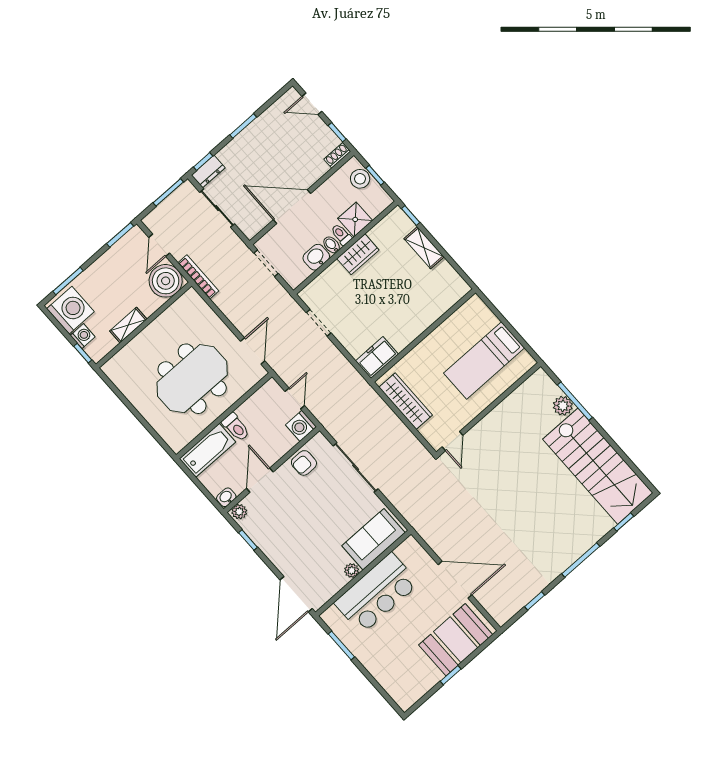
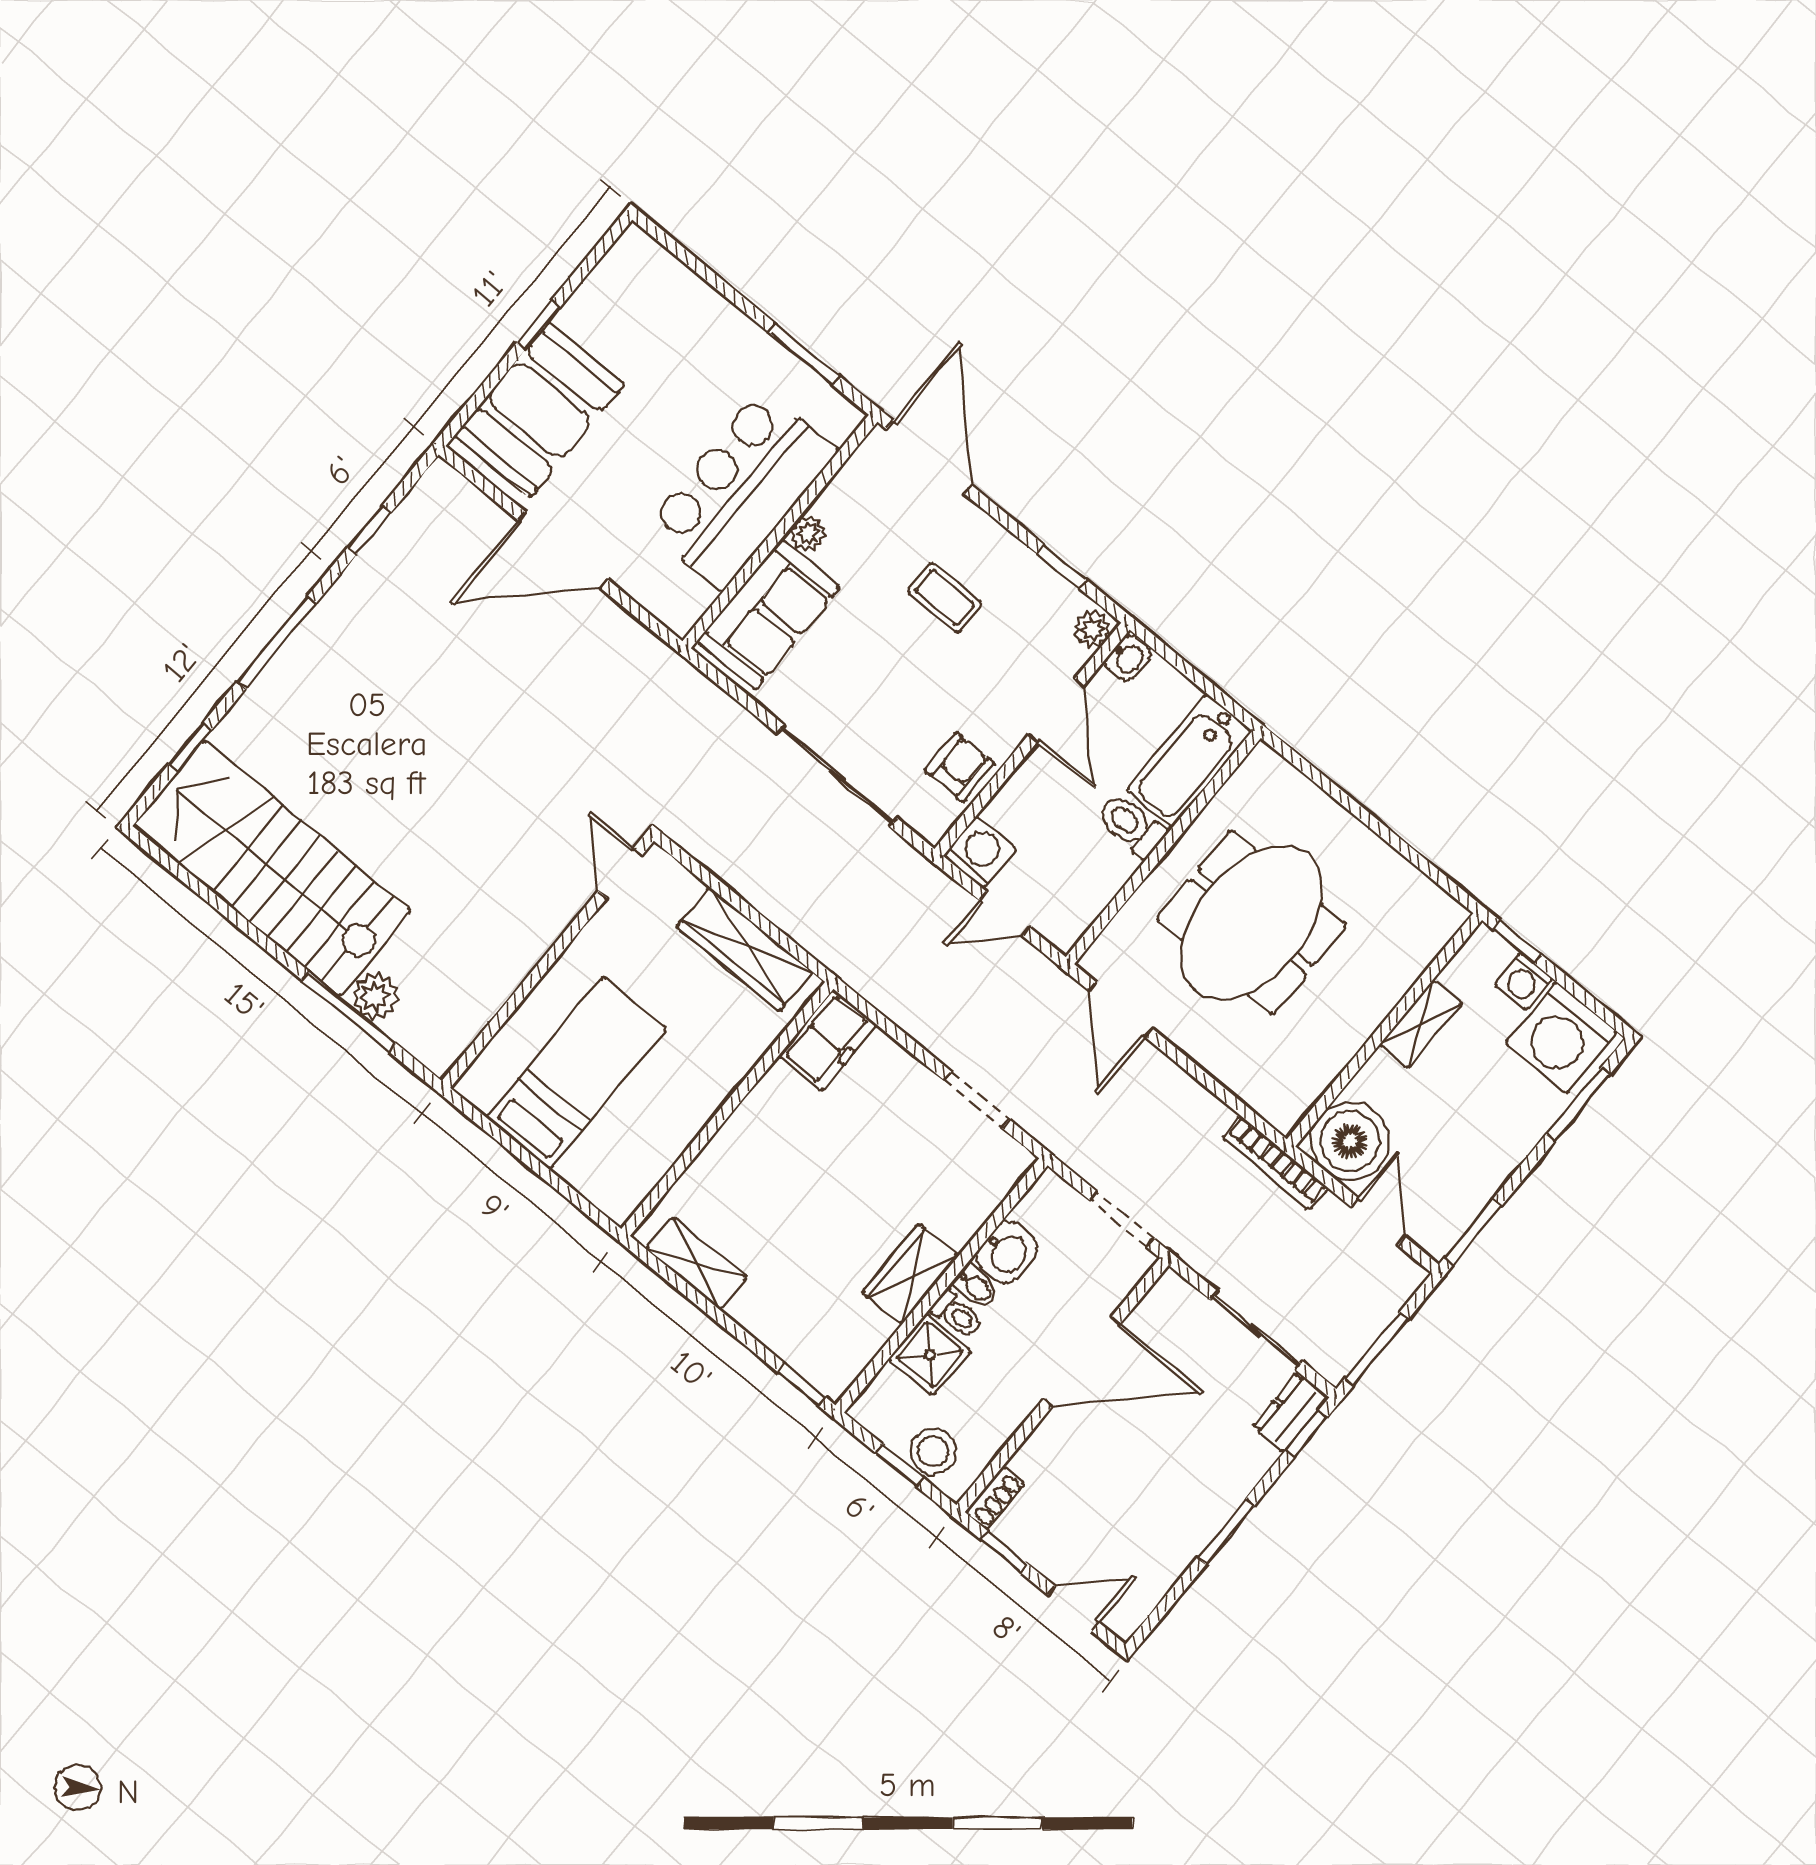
shelving: (424, 248) -> (697, 1263), moved
door: (295, 399) -> (1005, 914), hinge flipped
coffee table: (299, 535) -> (945, 598), added

